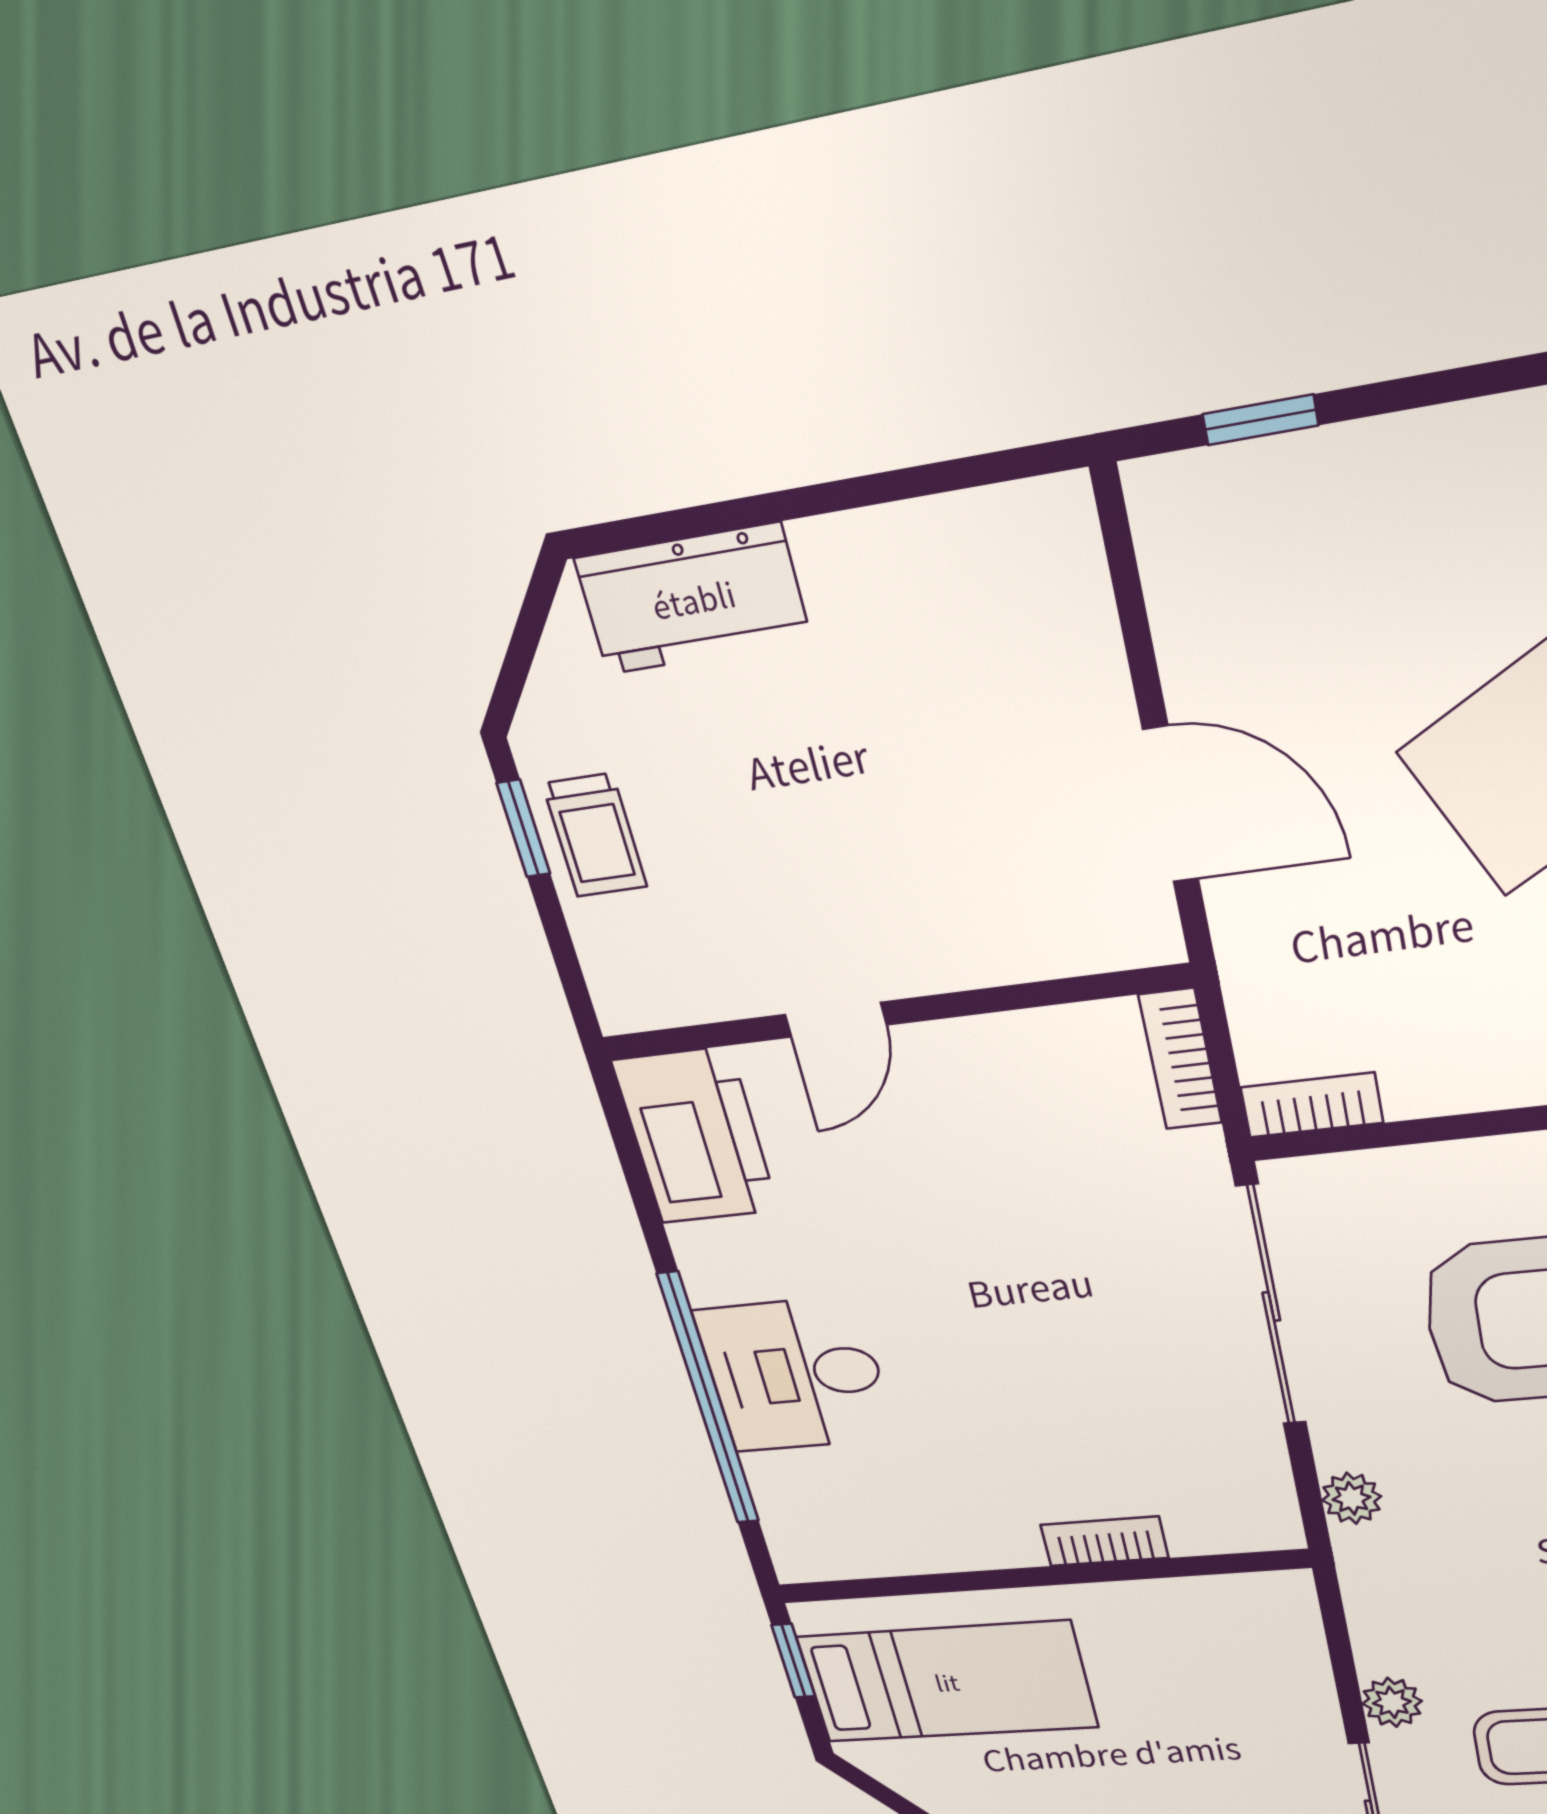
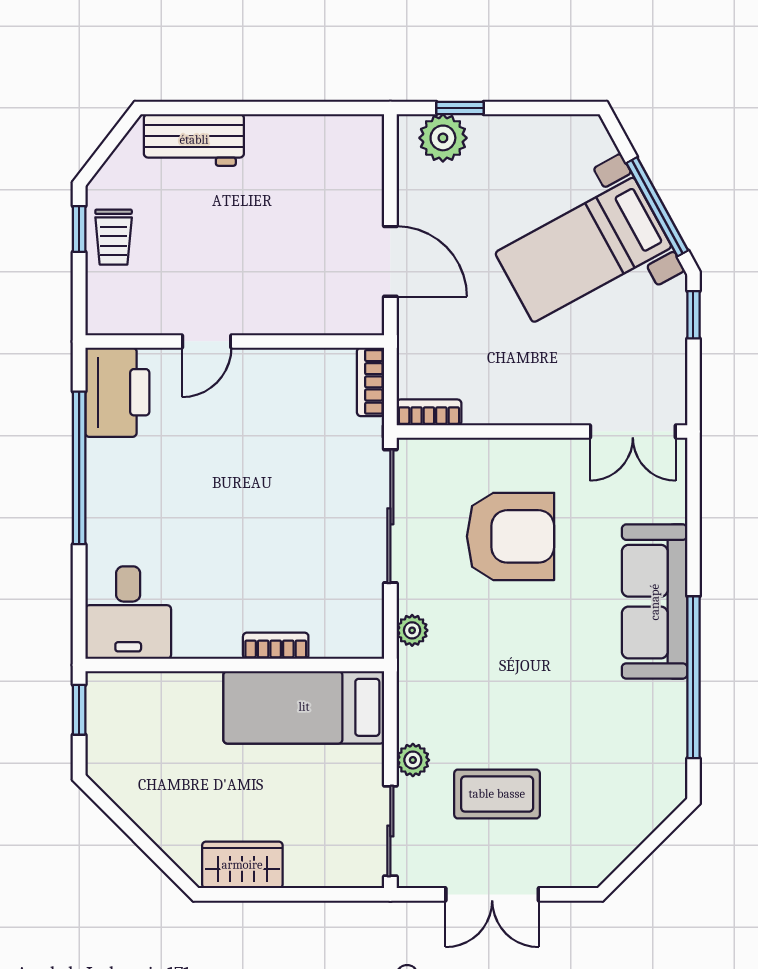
plant: (1234, 501) -> (443, 138), added
desk: (795, 1375) -> (128, 613), moved, turned -90
window: (709, 1400) -> (79, 468), moved
bed: (947, 1682) -> (304, 707), moved, turned 180

